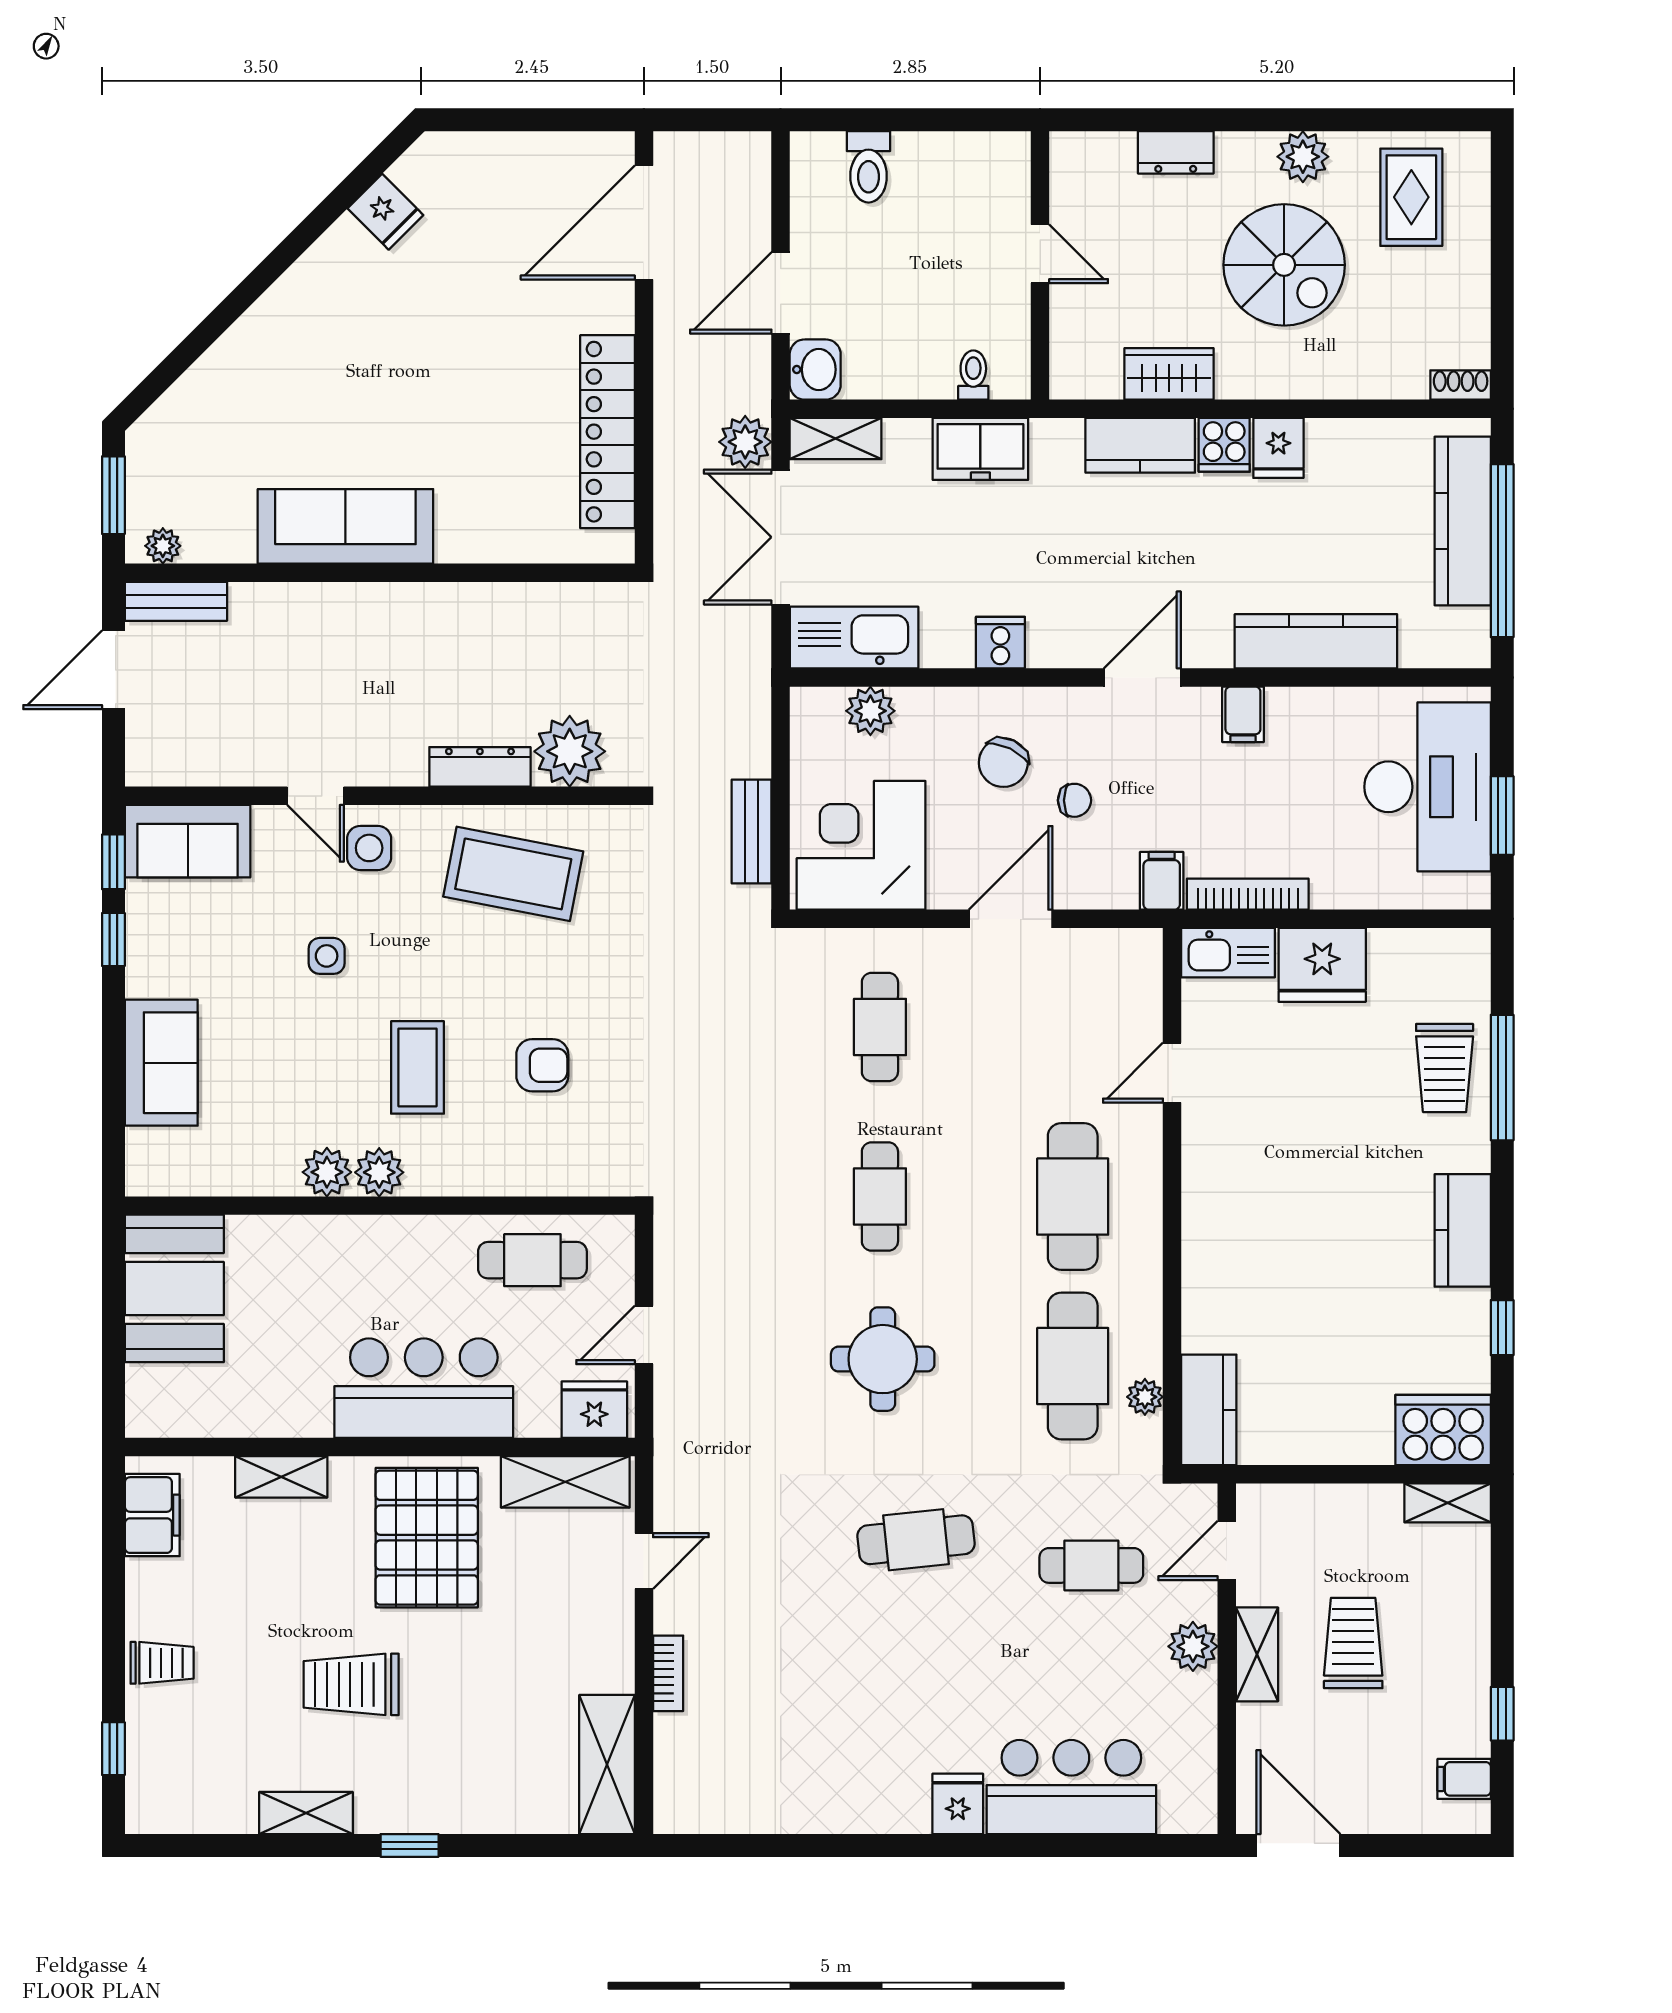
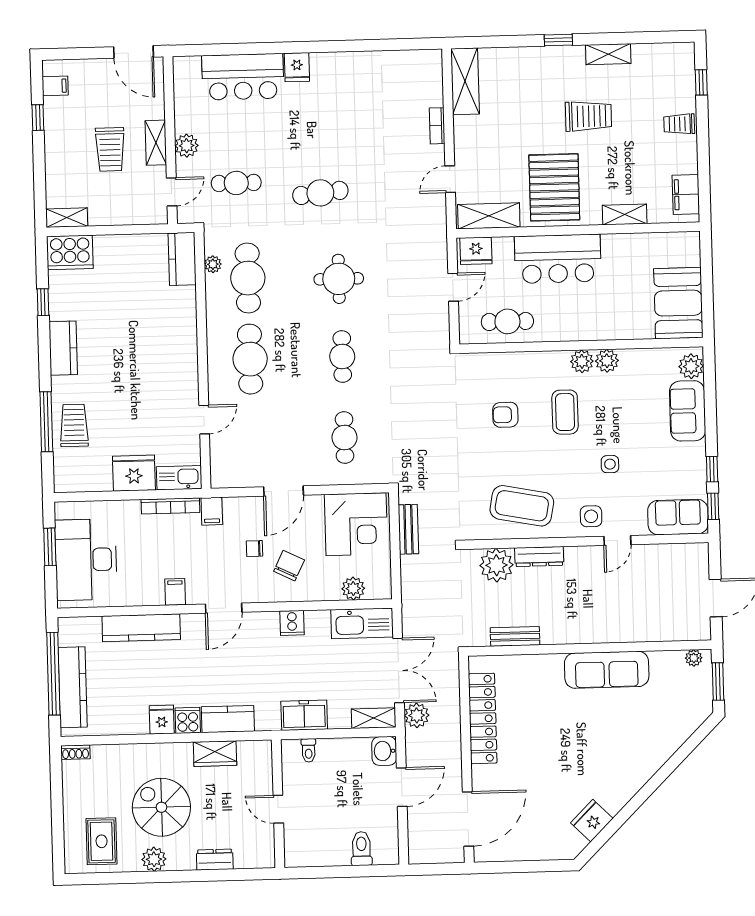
fridge: (385, 212) -> (592, 821), width x1.38
bench: (176, 601) -> (515, 636), moved
door: (316, 796) -> (617, 540), swing flipped
plant: (151, 1156) -> (691, 366), added

